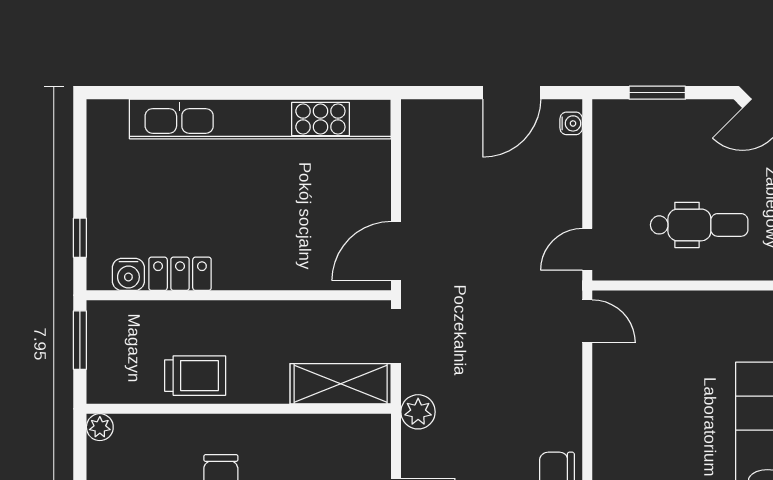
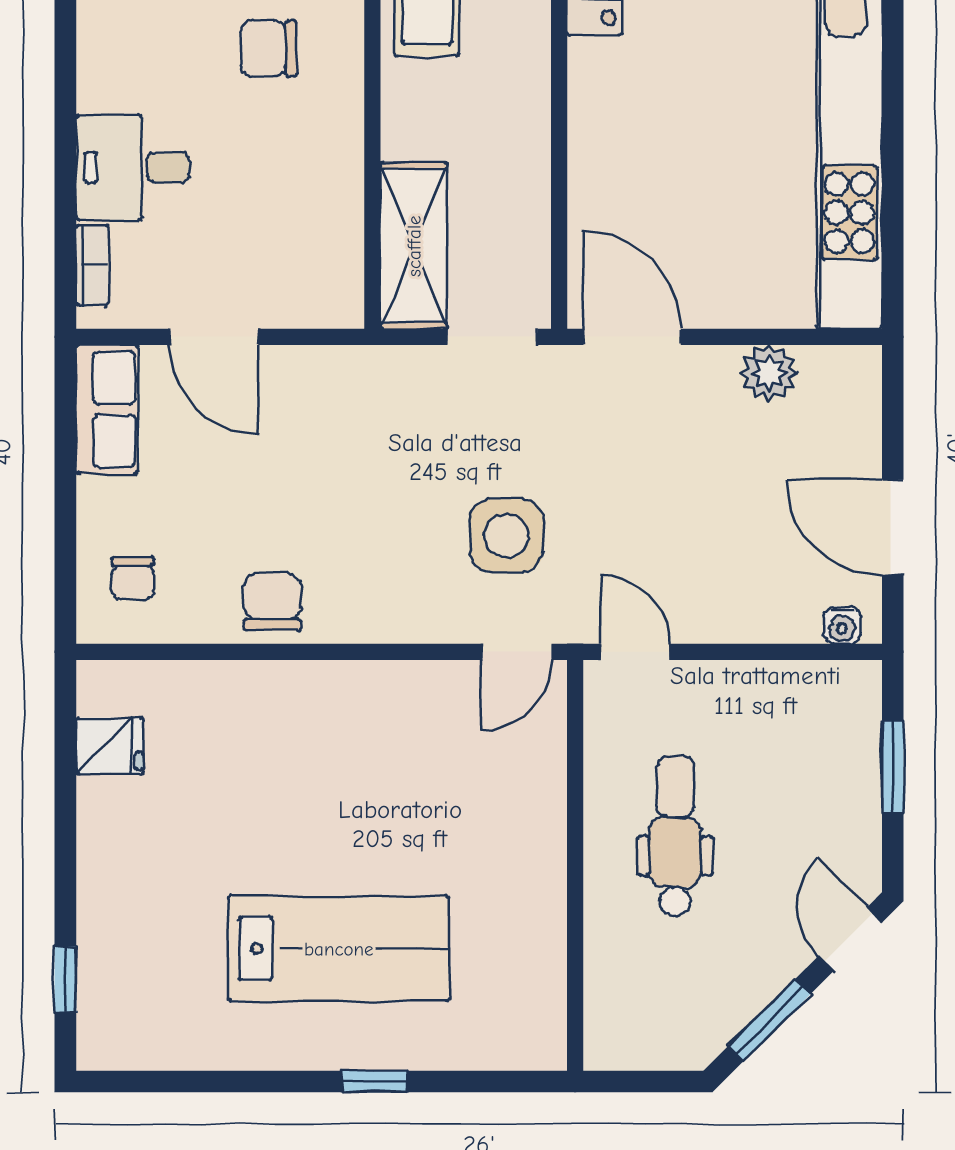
dental chair: (699, 225) -> (675, 836), turned 180
side table: (517, 327) -> (506, 536), added
plant: (418, 412) -> (769, 373), moved

